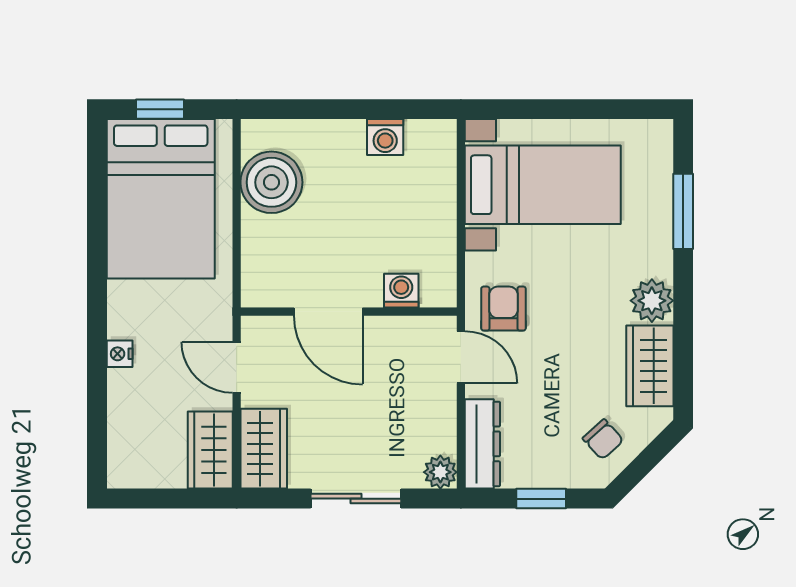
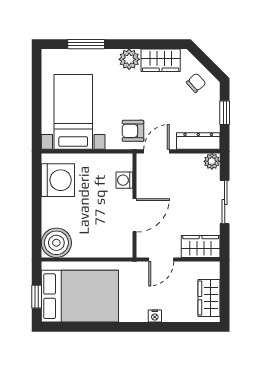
washing machine: (385, 137) -> (58, 180), width x1.89, depth x1.89
boiler: (271, 182) -> (56, 243), moved
wardrobe: (210, 450) -> (209, 298), moved, turned 90

